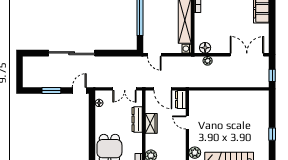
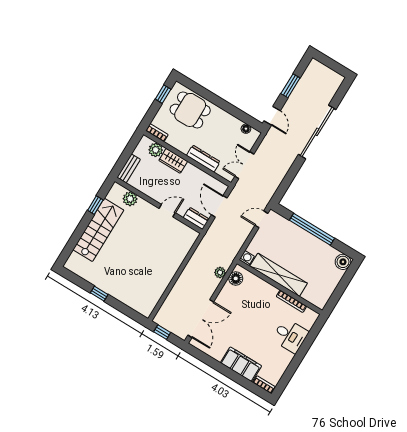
door: (163, 89) -> (219, 206), hinge flipped
wardrobe: (151, 123) -> (173, 161), moved

